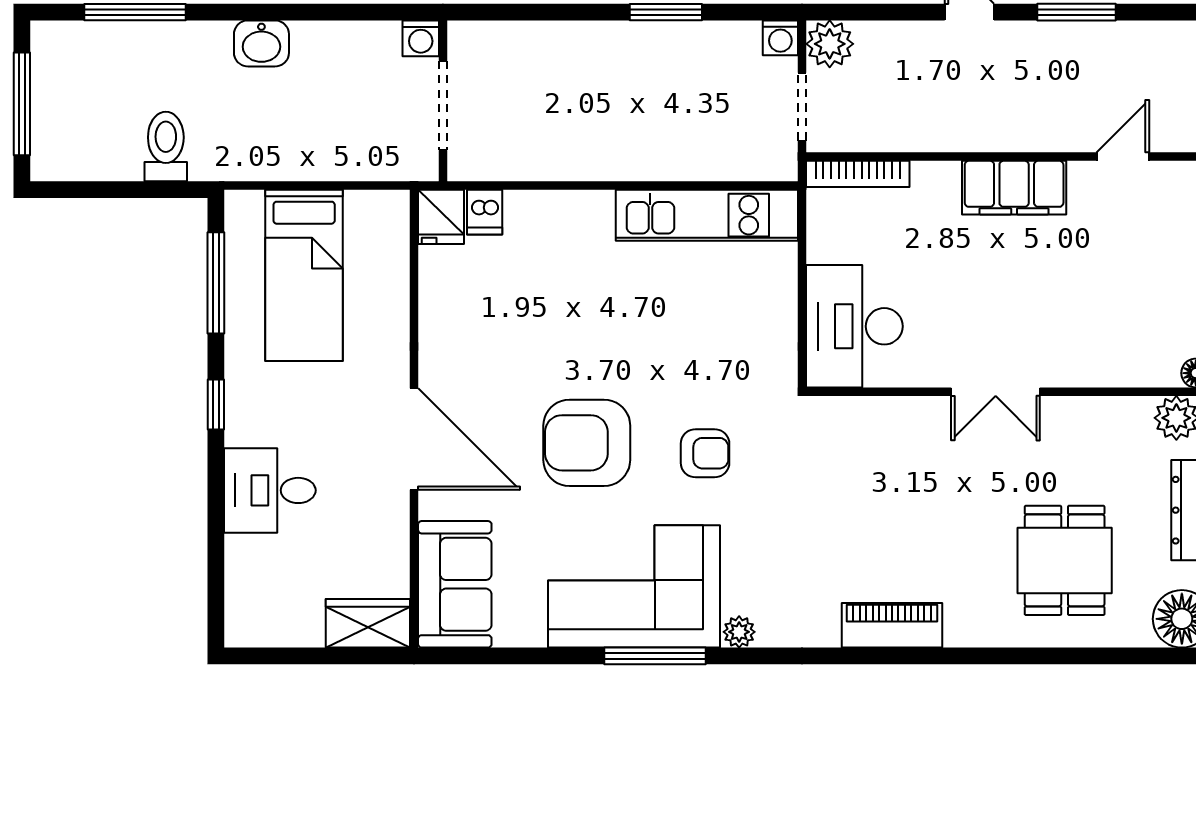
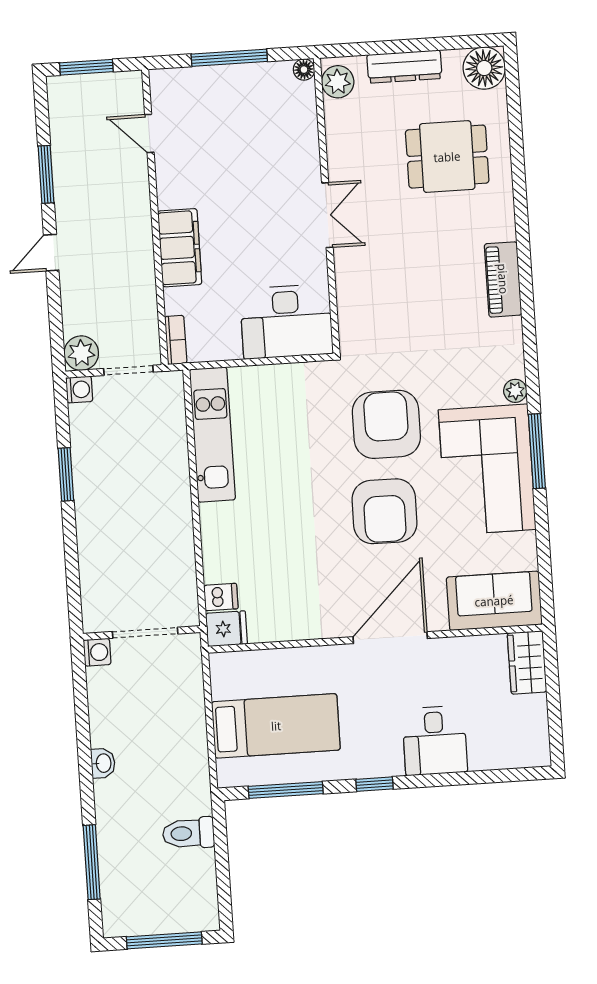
washbasin: (261, 43) -> (103, 763), width x0.72, depth x0.69
bookcase: (858, 174) -> (176, 340), width x0.64
filing cabinet: (1014, 188) -> (180, 248), moved
armchair: (705, 453) -> (386, 424), width x1.88, depth x1.88

